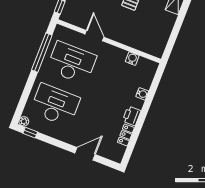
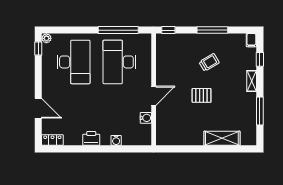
door: (94, 36) -> (154, 96), moved
desk: (72, 63) -> (120, 62), turned 180
locker: (126, 135) -> (52, 140), moved

